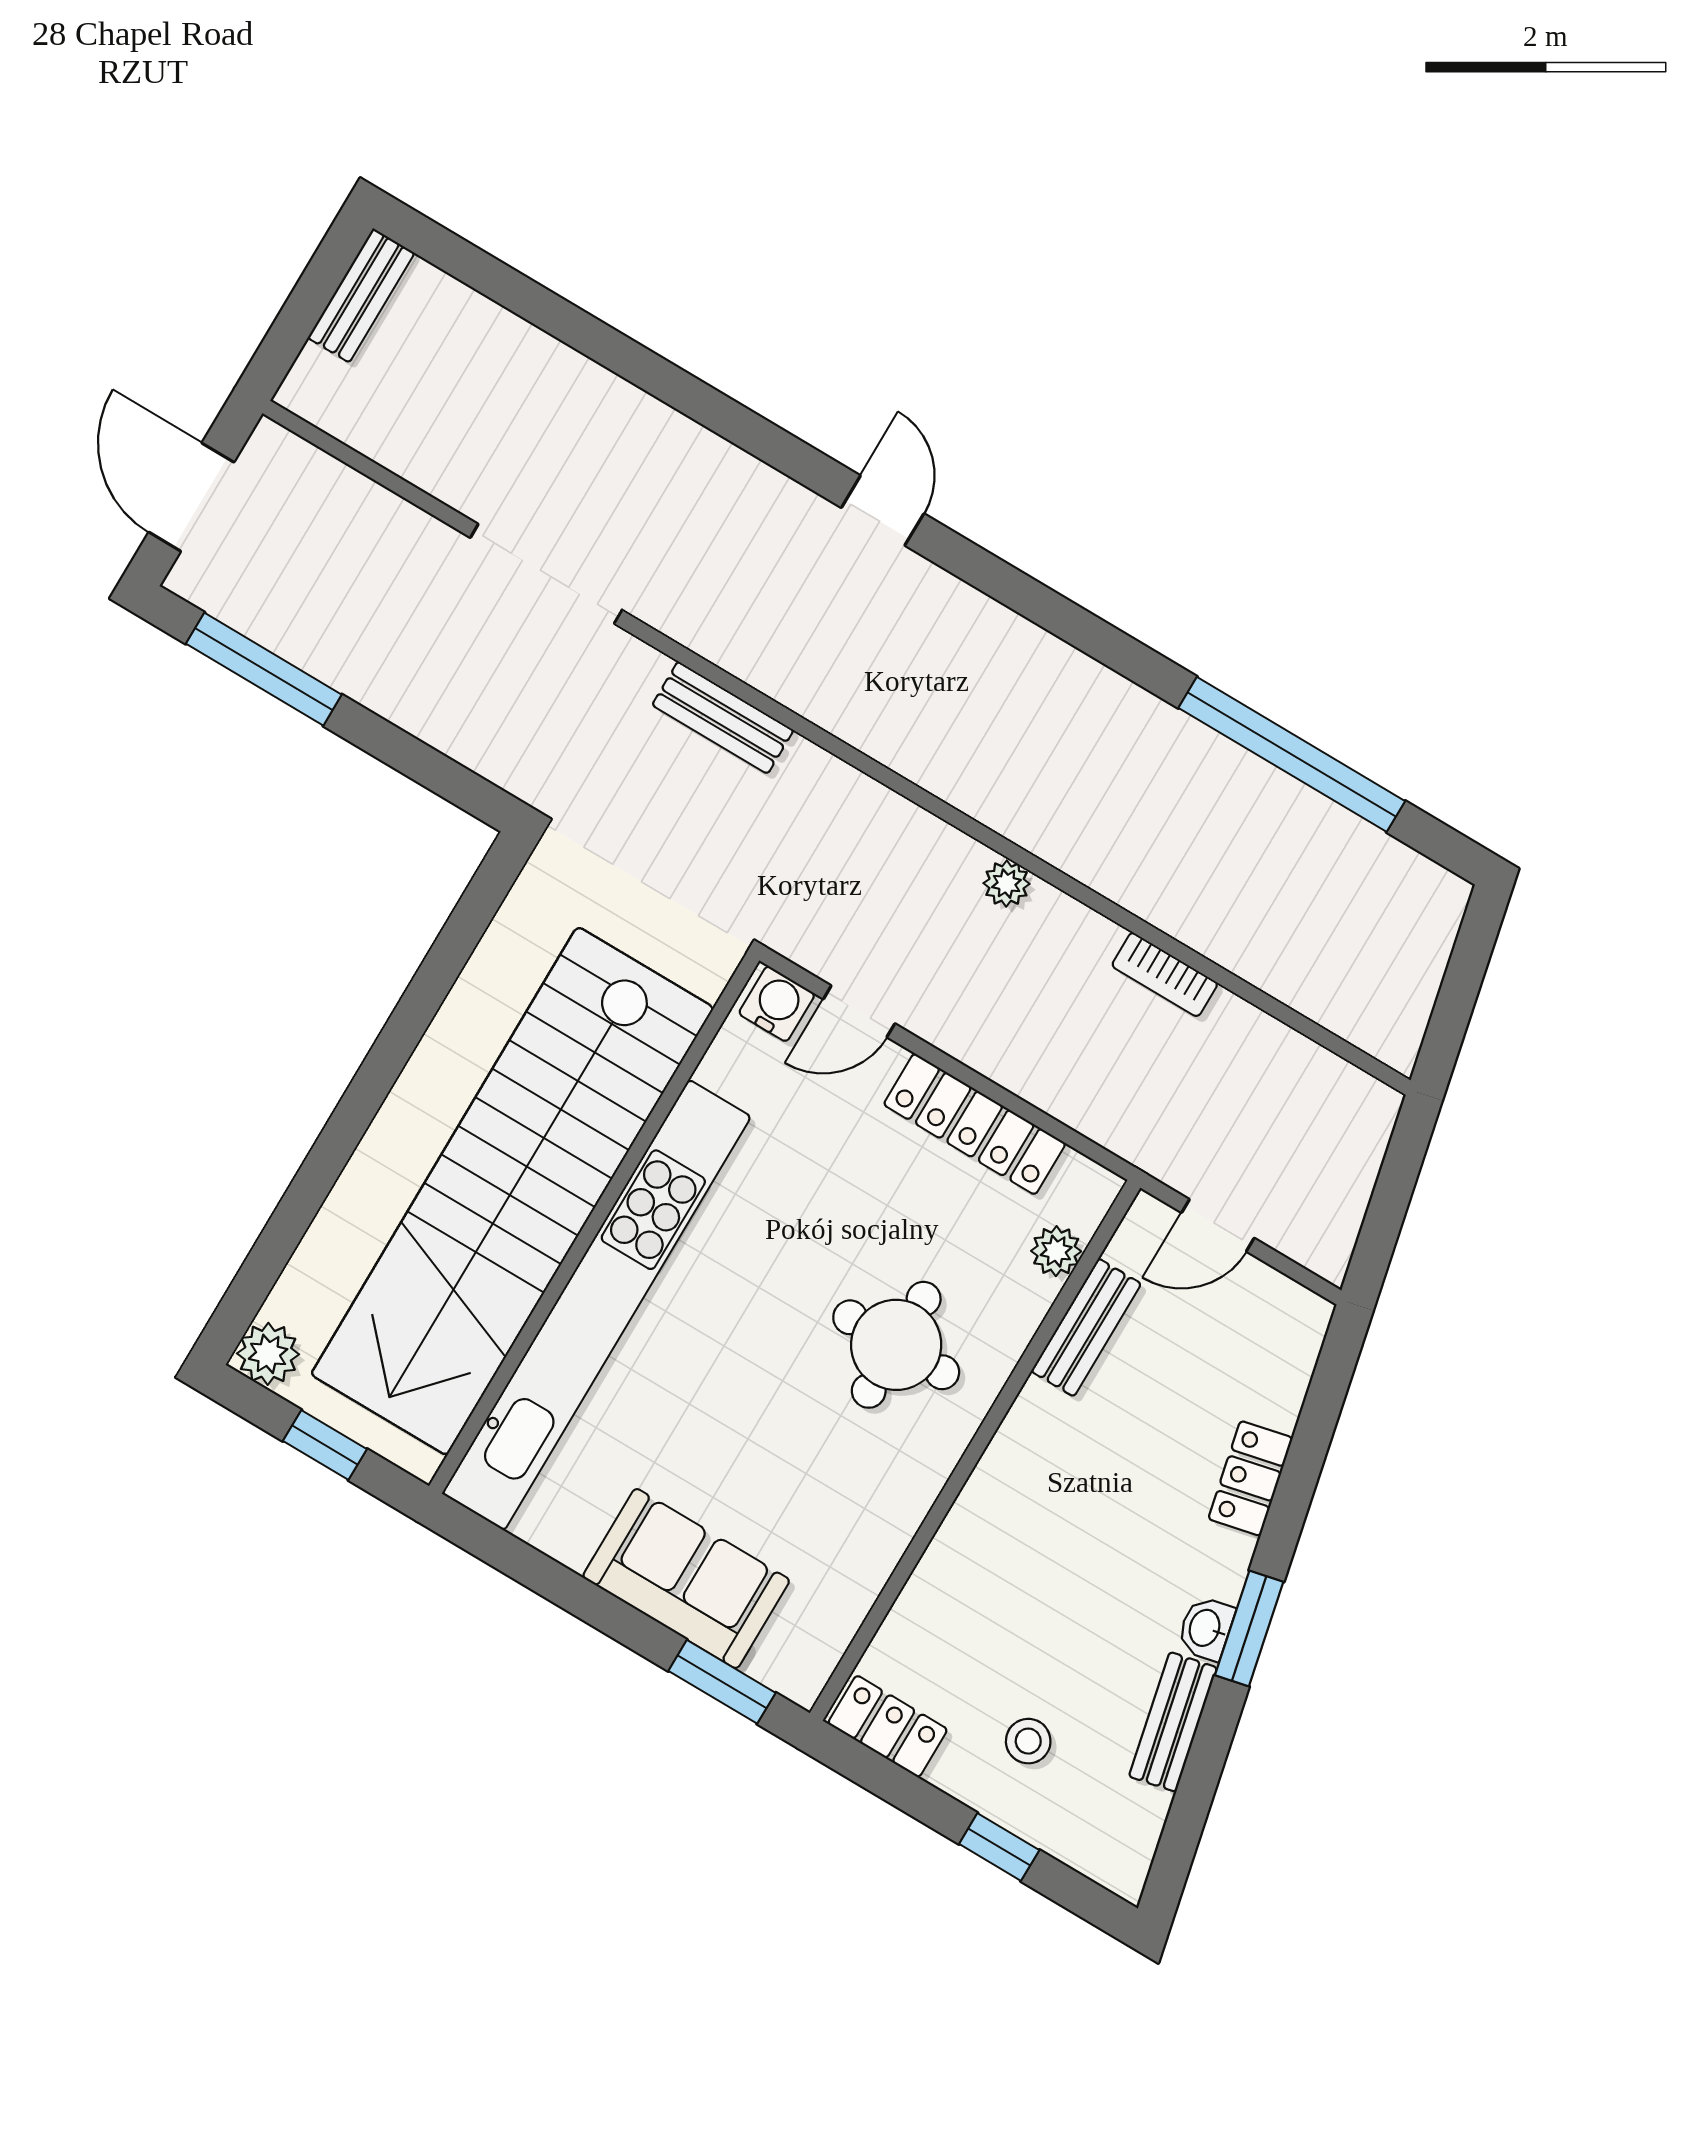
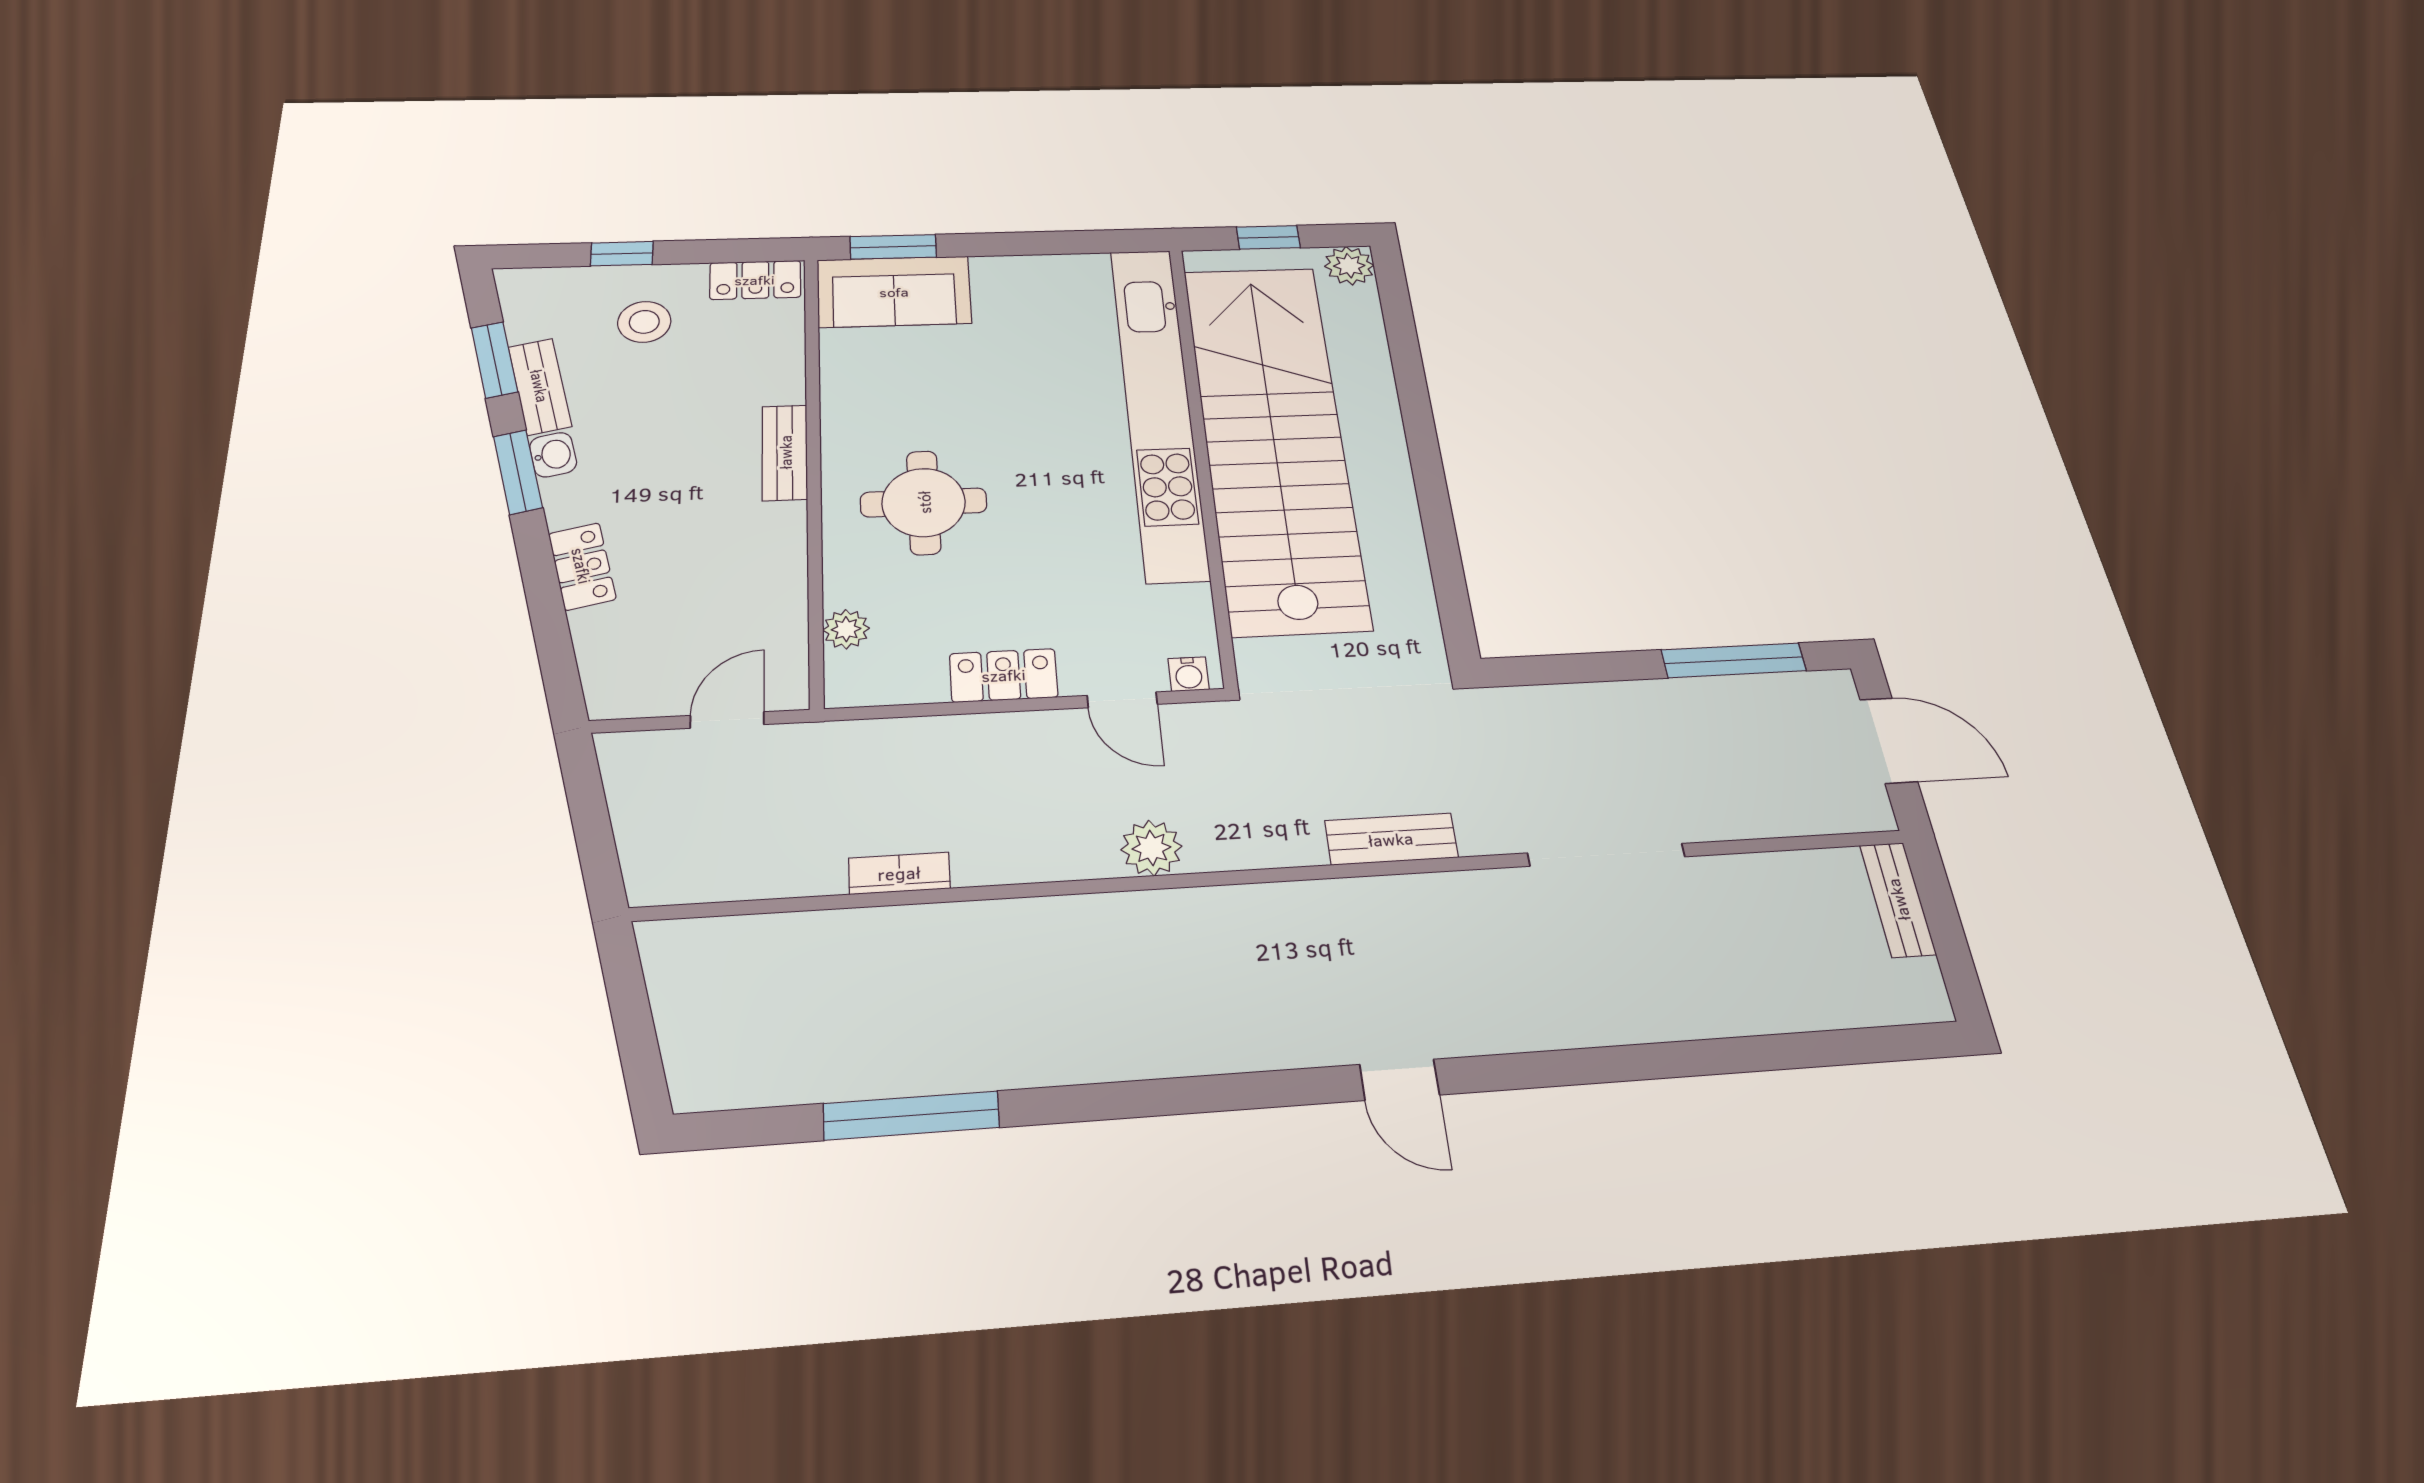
bench: (361, 295) -> (1898, 899), moved
window: (1292, 754) -> (911, 1116), width x0.68
plant: (1007, 884) -> (1151, 848), moved, width x1.38, depth x1.38
water cooler: (777, 1004) -> (1189, 674), width x0.72, depth x0.72
door: (859, 1011) -> (1122, 700), swing flipped
locker: (975, 1124) -> (1004, 675), width x0.66
bench: (1086, 1327) -> (785, 452), moved
sofa: (686, 1579) -> (894, 292), moved
stool: (1028, 1741) -> (644, 322), width x1.37, depth x1.37
window: (1198, 1784) -> (494, 360), added

